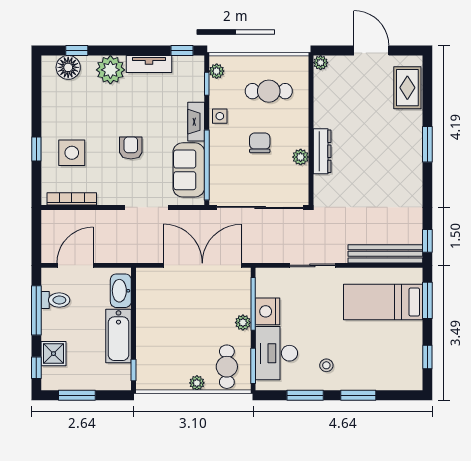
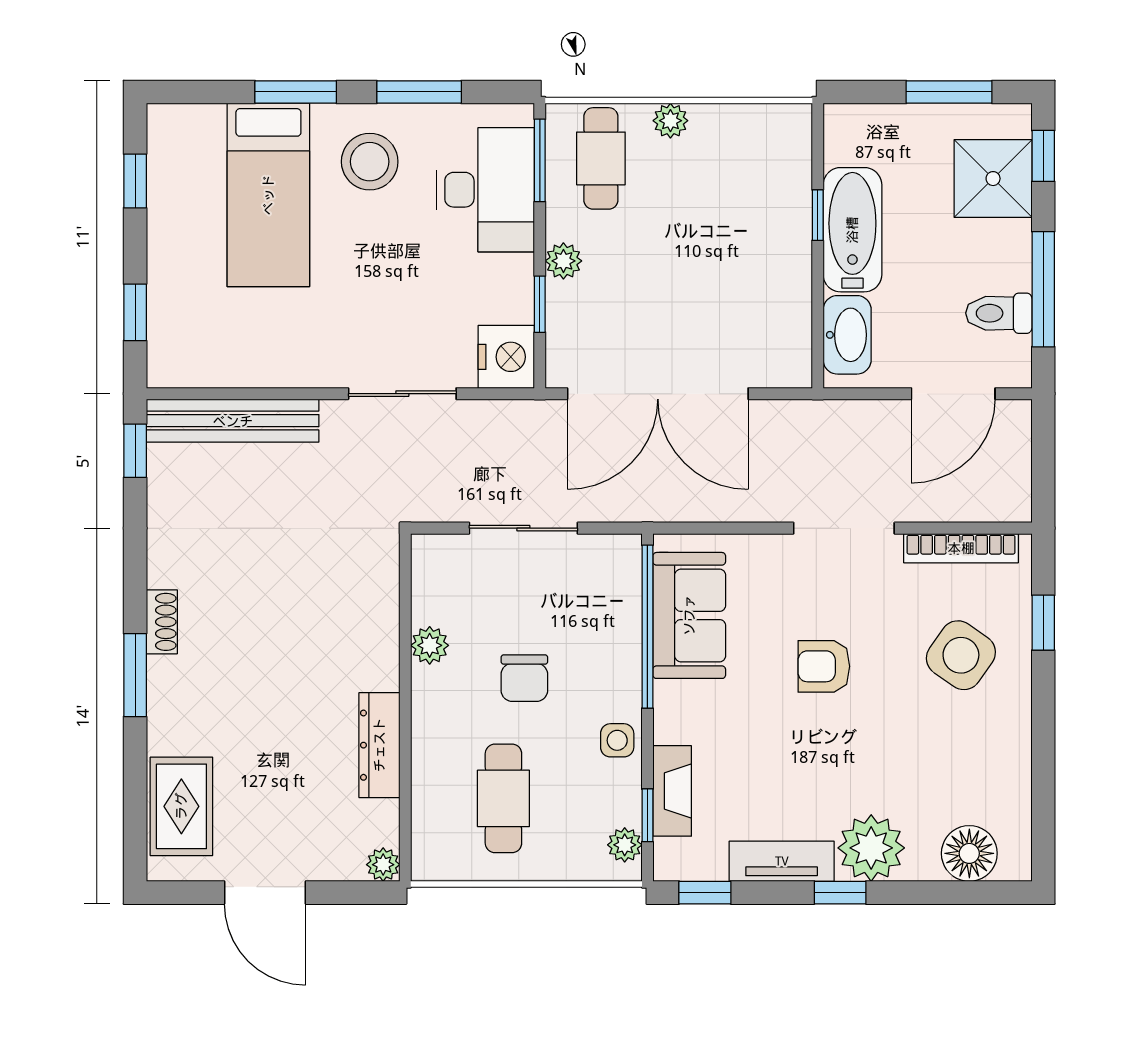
window: (77, 51) -> (840, 893), moved
cafe table: (269, 91) -> (503, 798), turned 90
fireplace: (196, 122) -> (672, 791), moved
armchair: (131, 148) -> (824, 666), turned 90
window: (36, 149) -> (1043, 623), moved
dresser: (322, 151) -> (379, 745), moved
side table: (72, 153) -> (961, 655), turned 35
shoe rack: (416, 167) -> (162, 622), added
doorway: (147, 207) -> (844, 528), moved
sliding door: (260, 207) -> (523, 528), width x0.54
window: (427, 300) -> (135, 312), width x0.67
bed: (383, 302) -> (268, 195), moved, turned 90
window: (253, 304) -> (540, 304), width x0.46
nightstand: (268, 311) -> (506, 357), moved
shower: (53, 354) -> (993, 179), width x1.36, depth x1.36
stool: (326, 365) -> (370, 162), width x1.89, depth x1.89
window: (133, 370) -> (818, 215), moved

